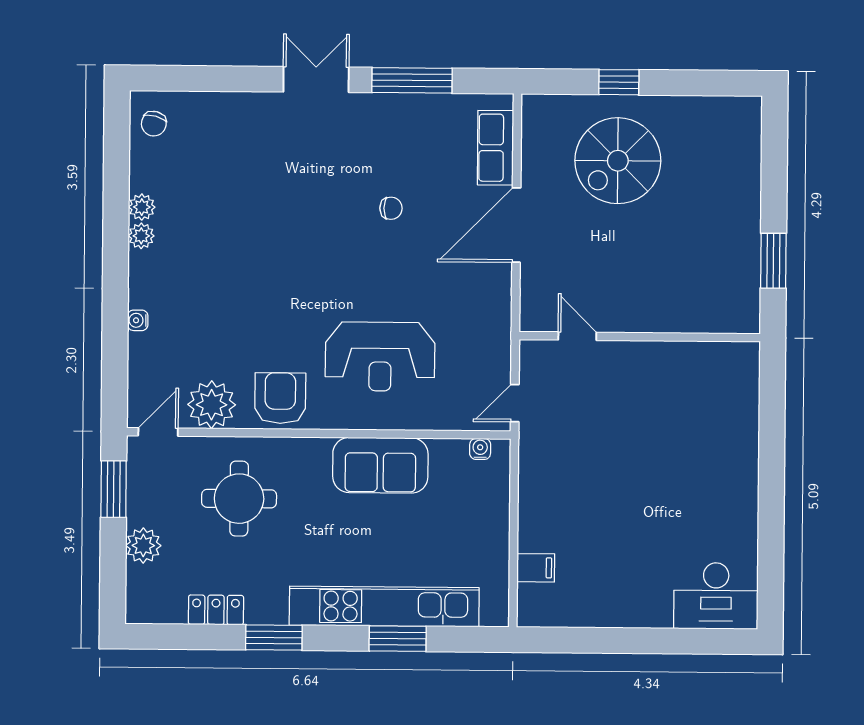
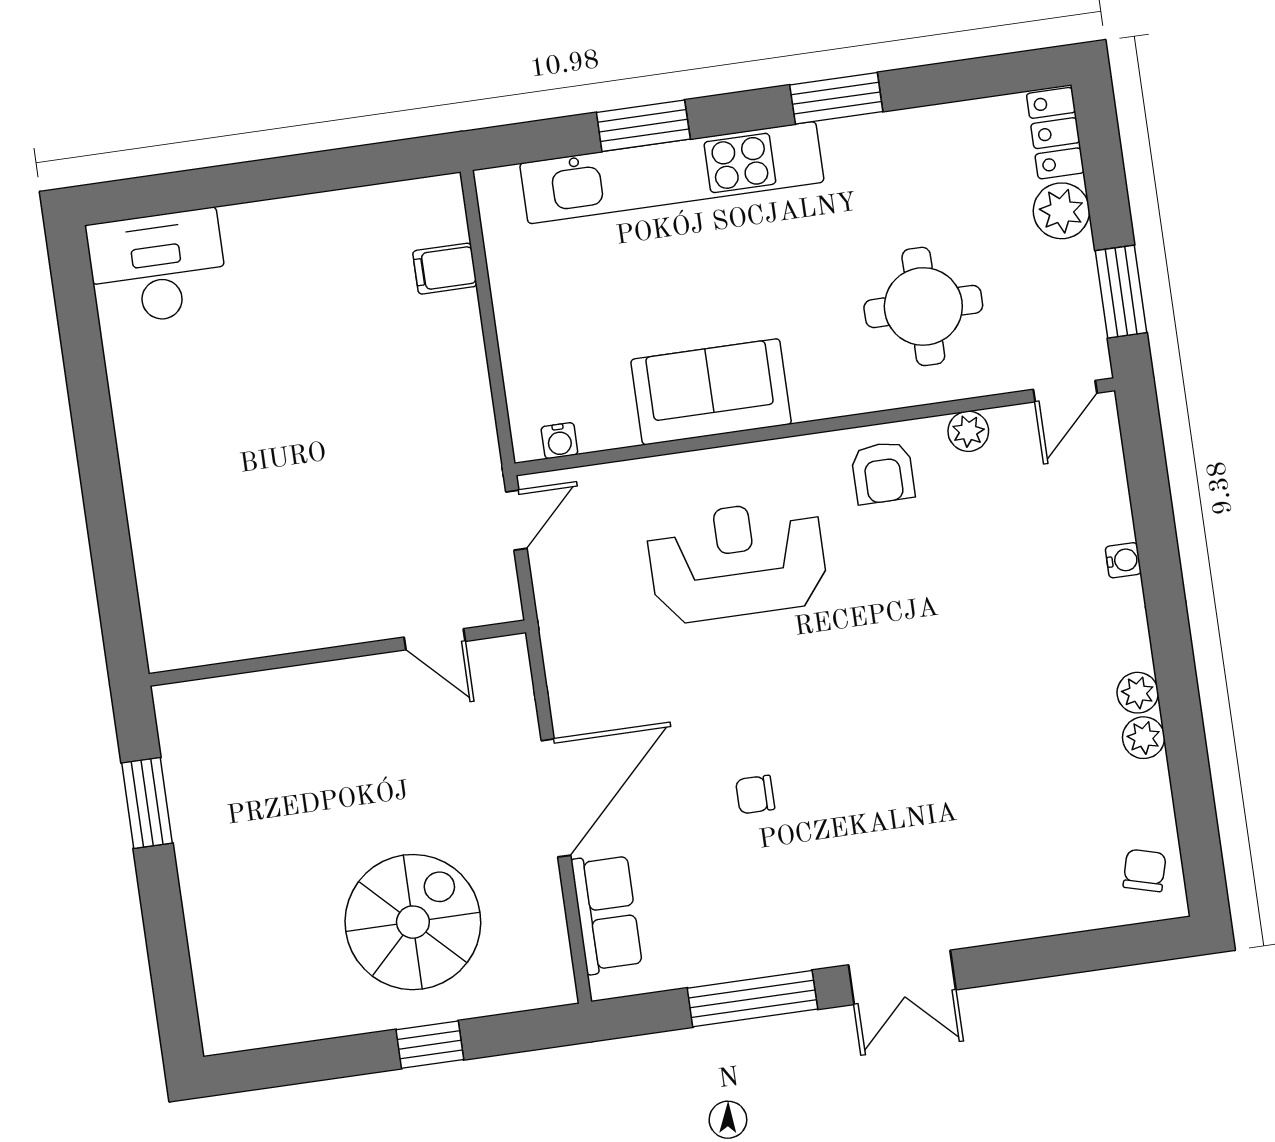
armchair: (280, 398) -> (883, 473), width x0.72, depth x0.72
plant: (212, 405) -> (968, 431), width x0.53, depth x0.53
locker: (216, 610) -> (1055, 133), moved, turned 90

